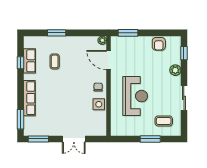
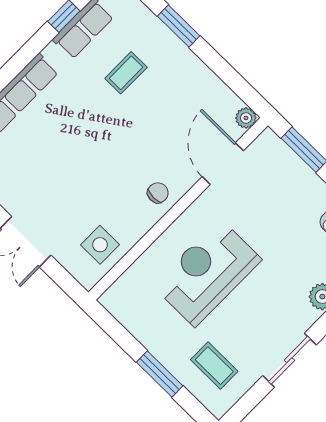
reception desk: (135, 96) -> (207, 273), turned 180
side table: (99, 104) -> (100, 245), moved

